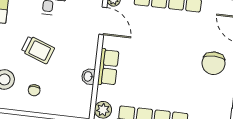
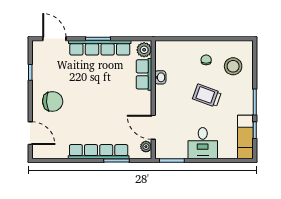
chair: (214, 63) -> (53, 101), turned 87
row of seats: (108, 67) -> (144, 74), moved

